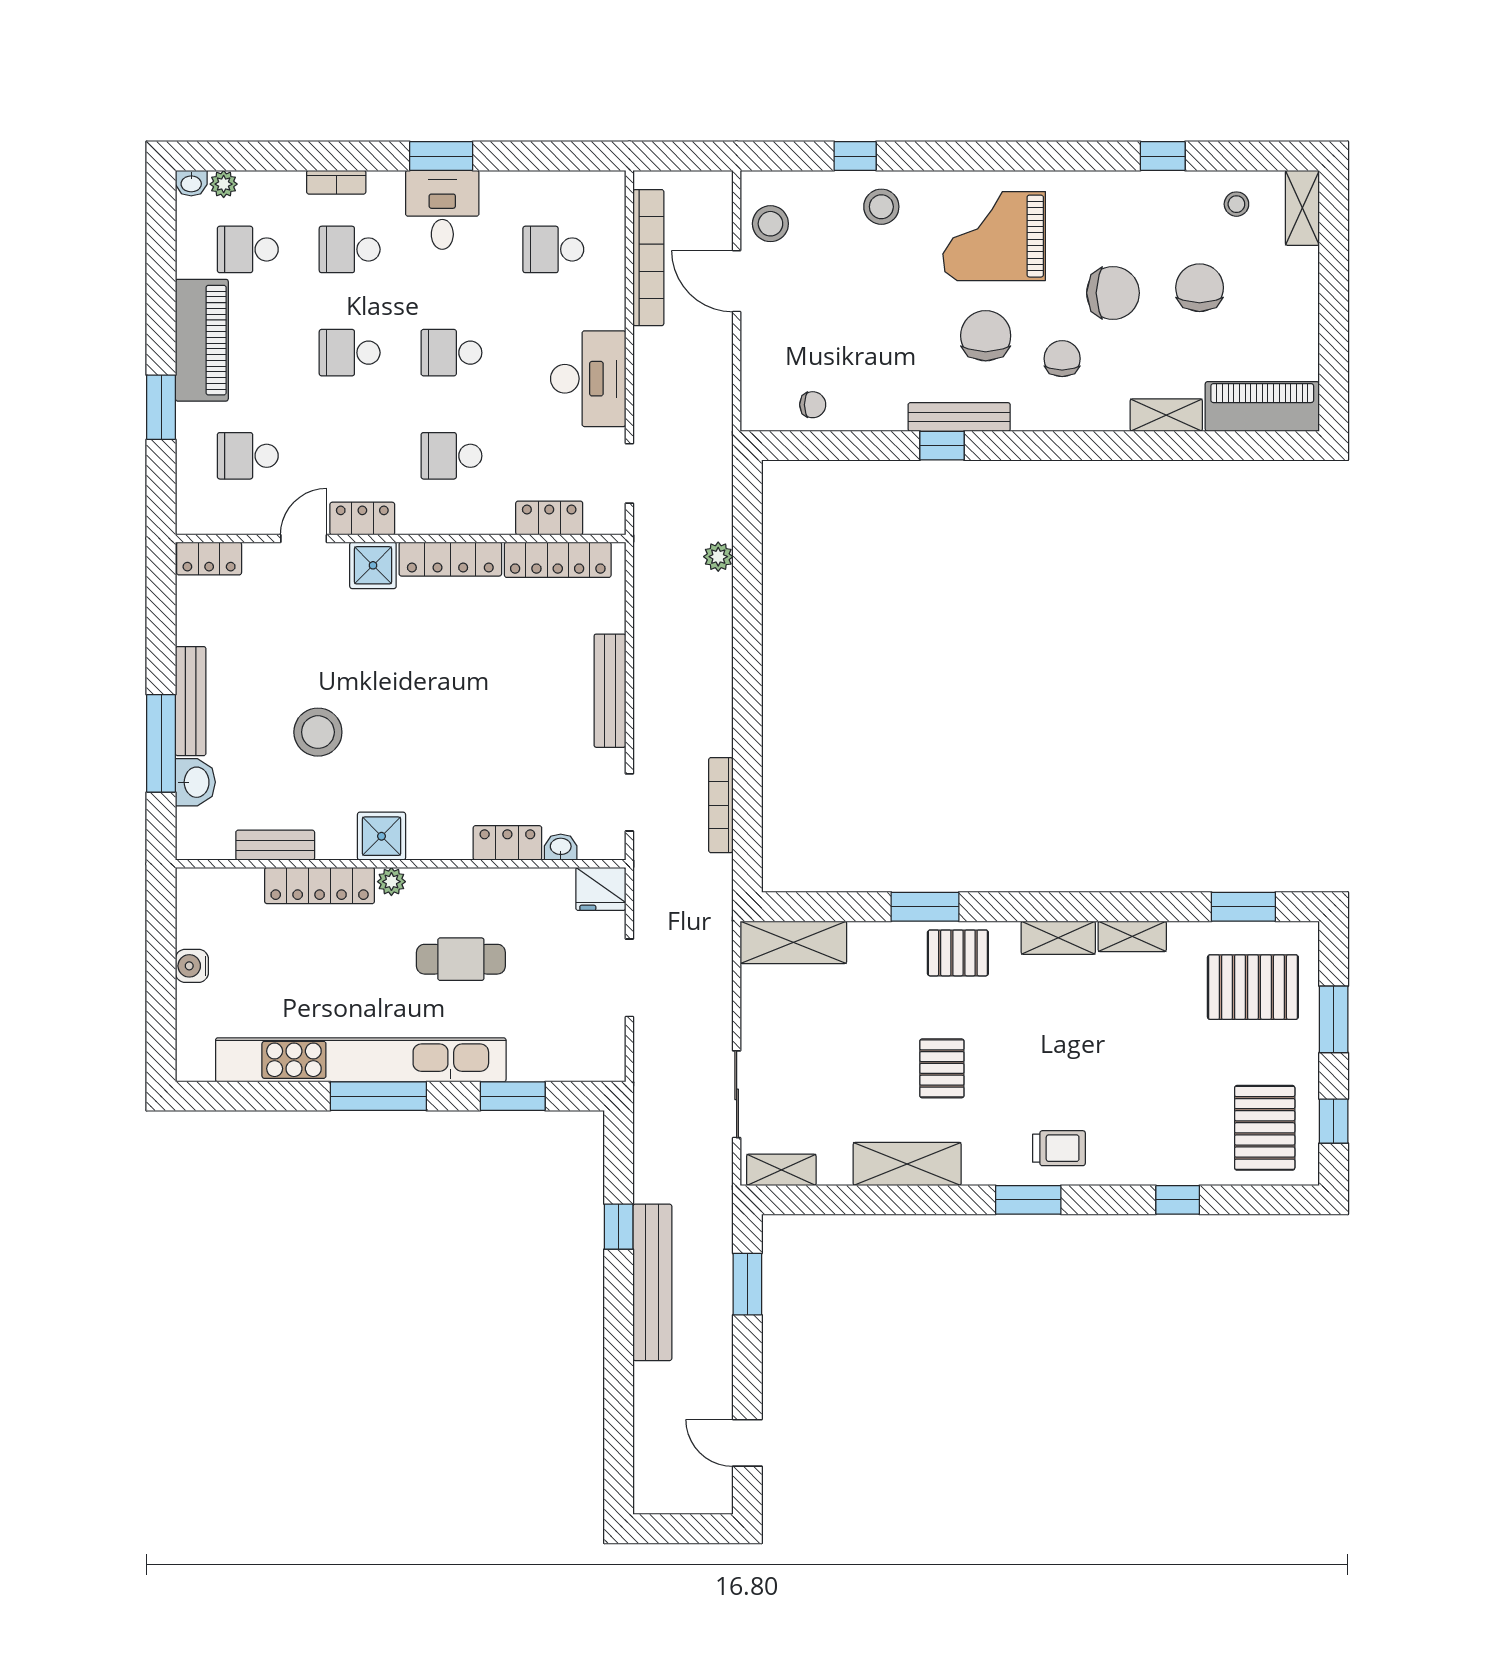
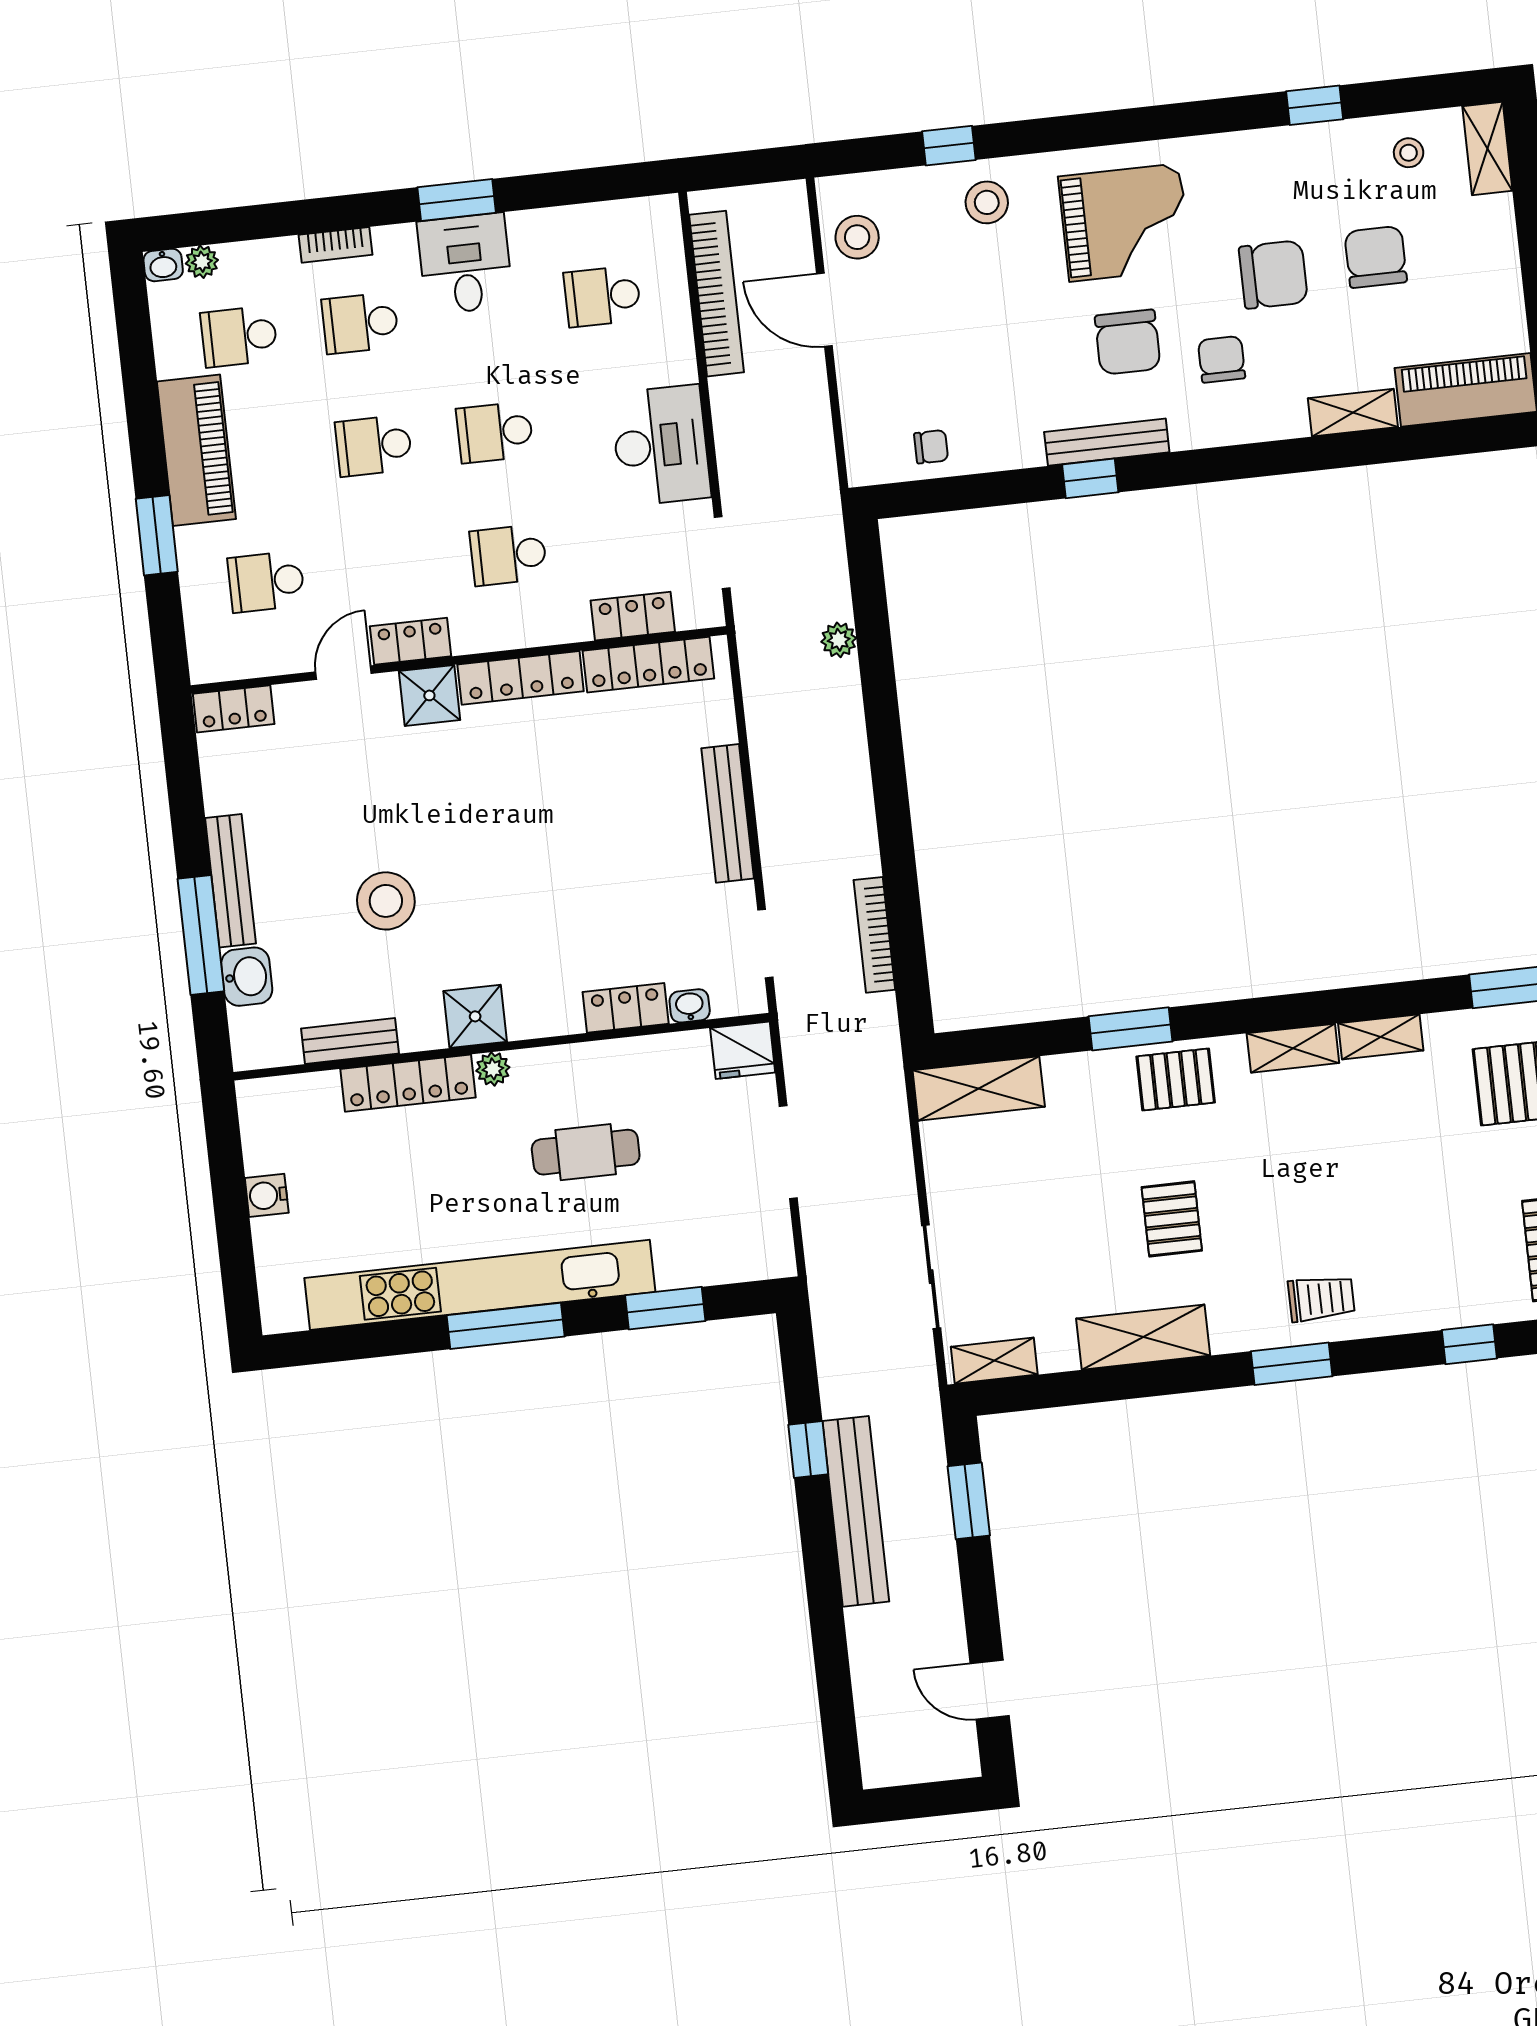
grand piano: (994, 236) -> (1125, 223), turned 180
chair: (986, 336) -> (1128, 342), turned 180

